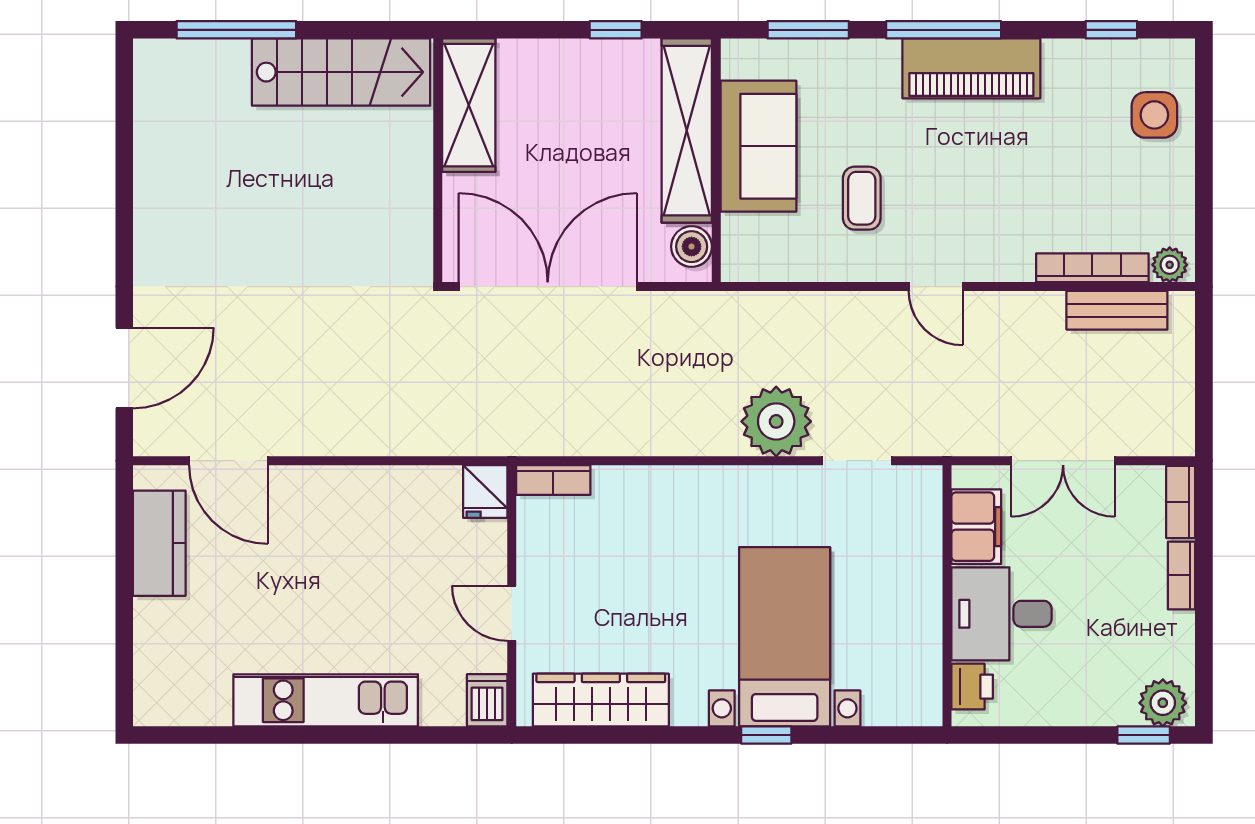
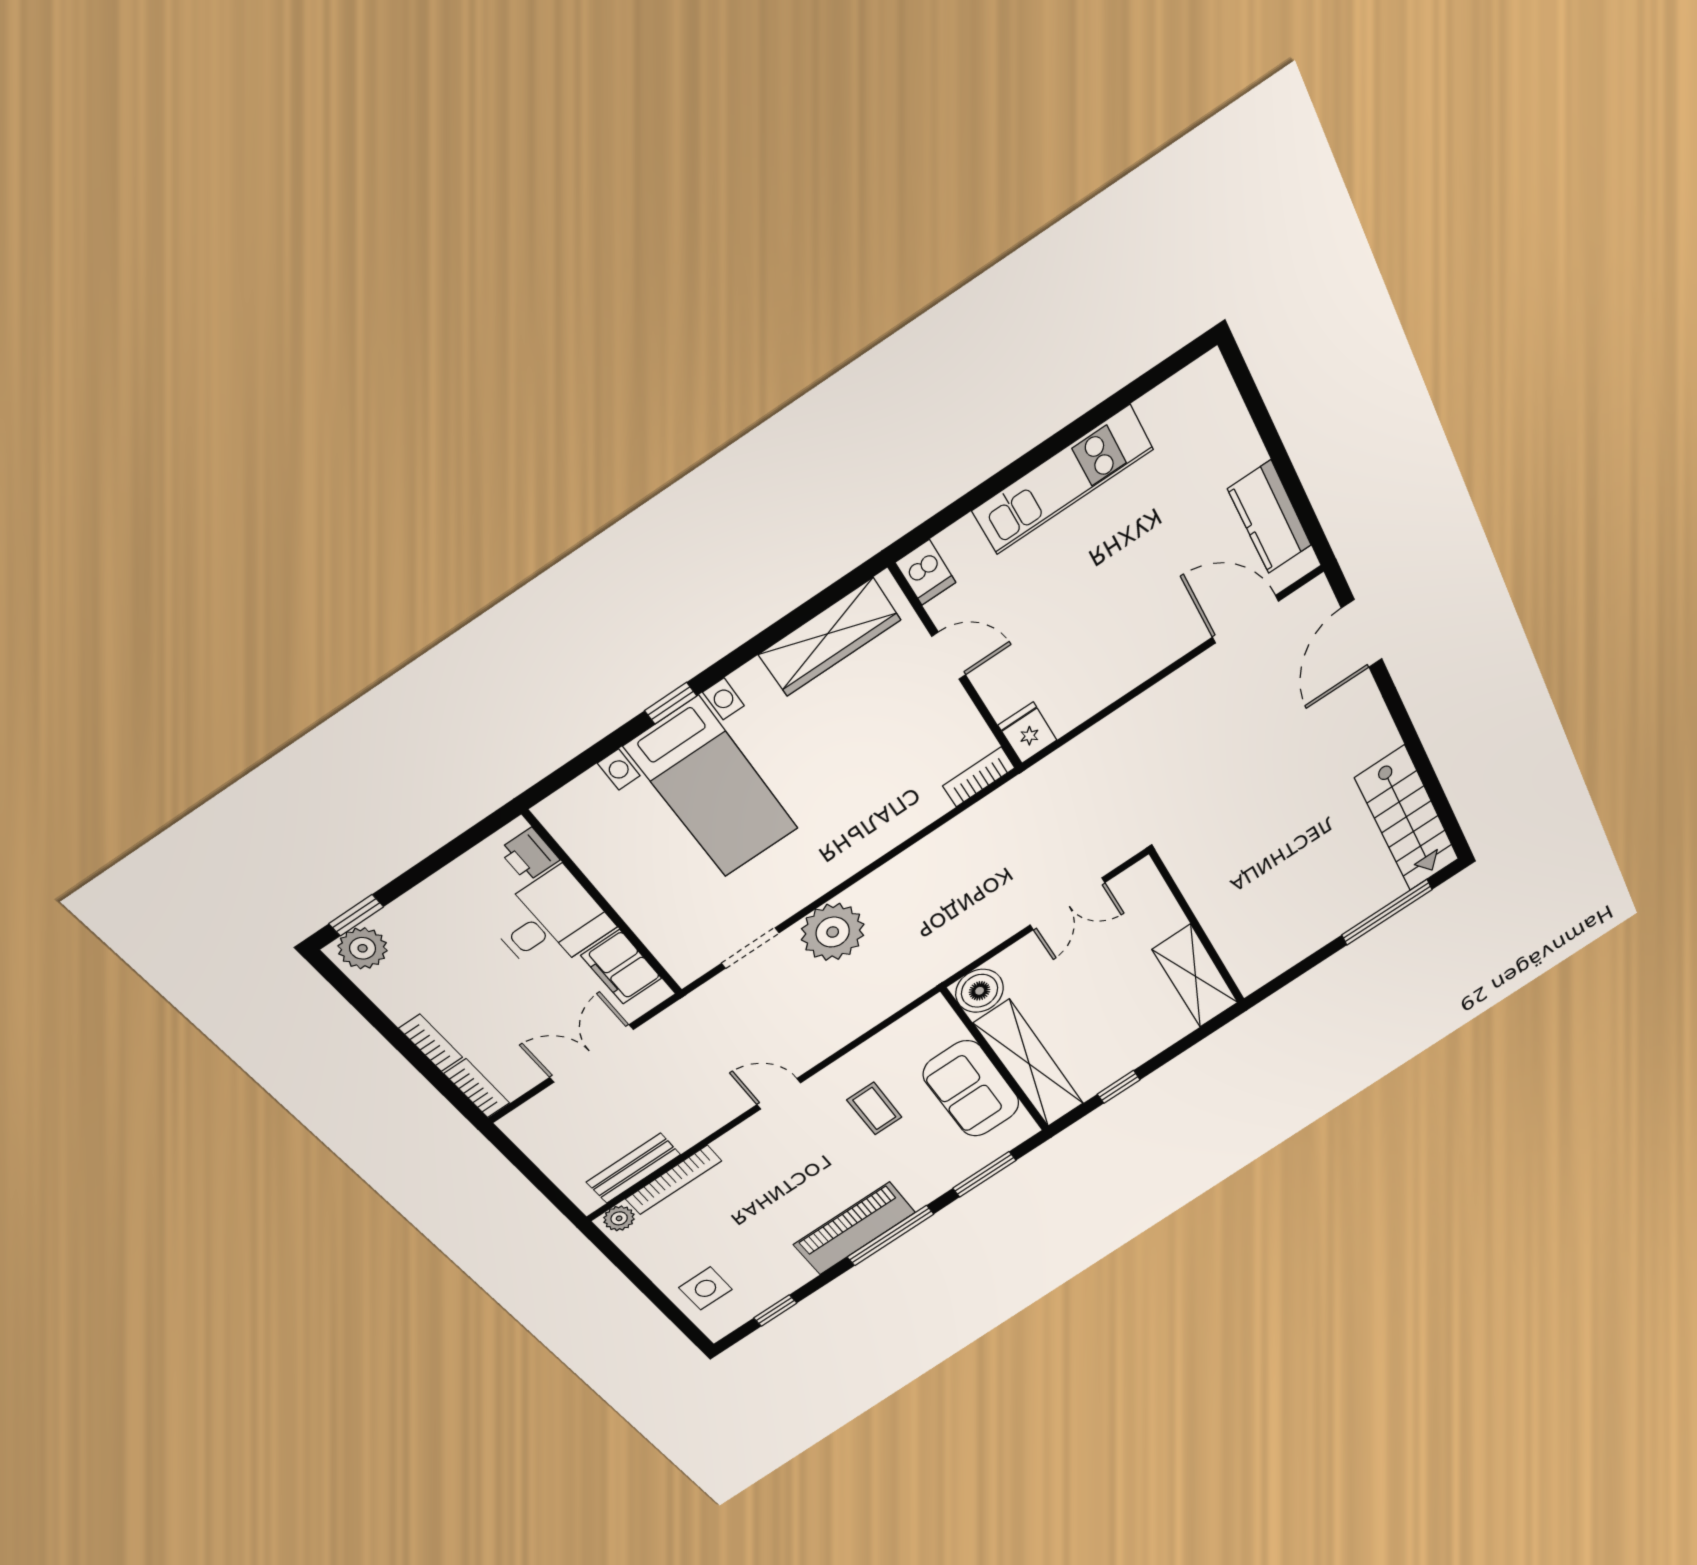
stairs: (341, 72) -> (1408, 819), moved, turned -90
boiler: (692, 247) -> (980, 991), width x1.36, depth x1.36
double door: (548, 287) -> (1067, 904), width x0.54

